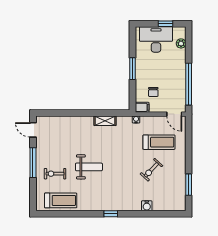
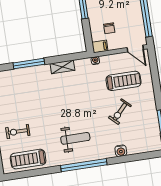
window: (75, 113) -> (29, 64), added
weight bench: (89, 167) -> (75, 138), moved
treadmill: (61, 200) -> (28, 159), turned 180
window: (111, 214) -> (84, 165), width x3.17

